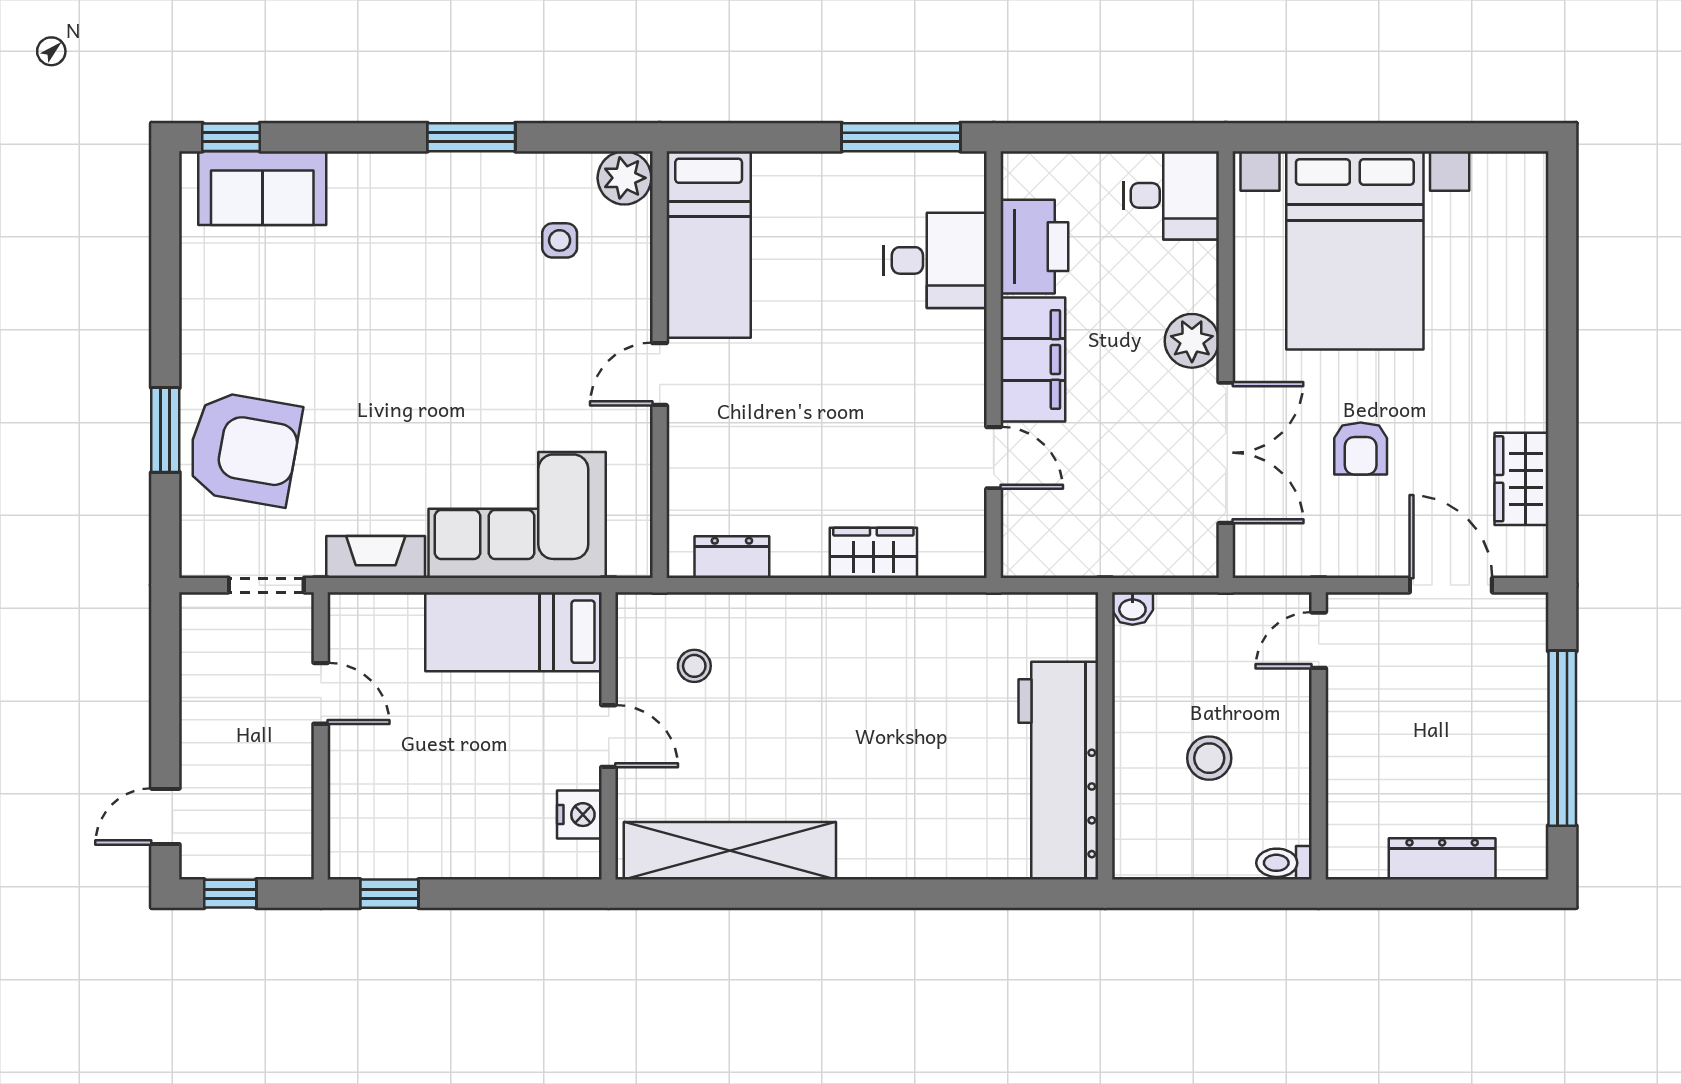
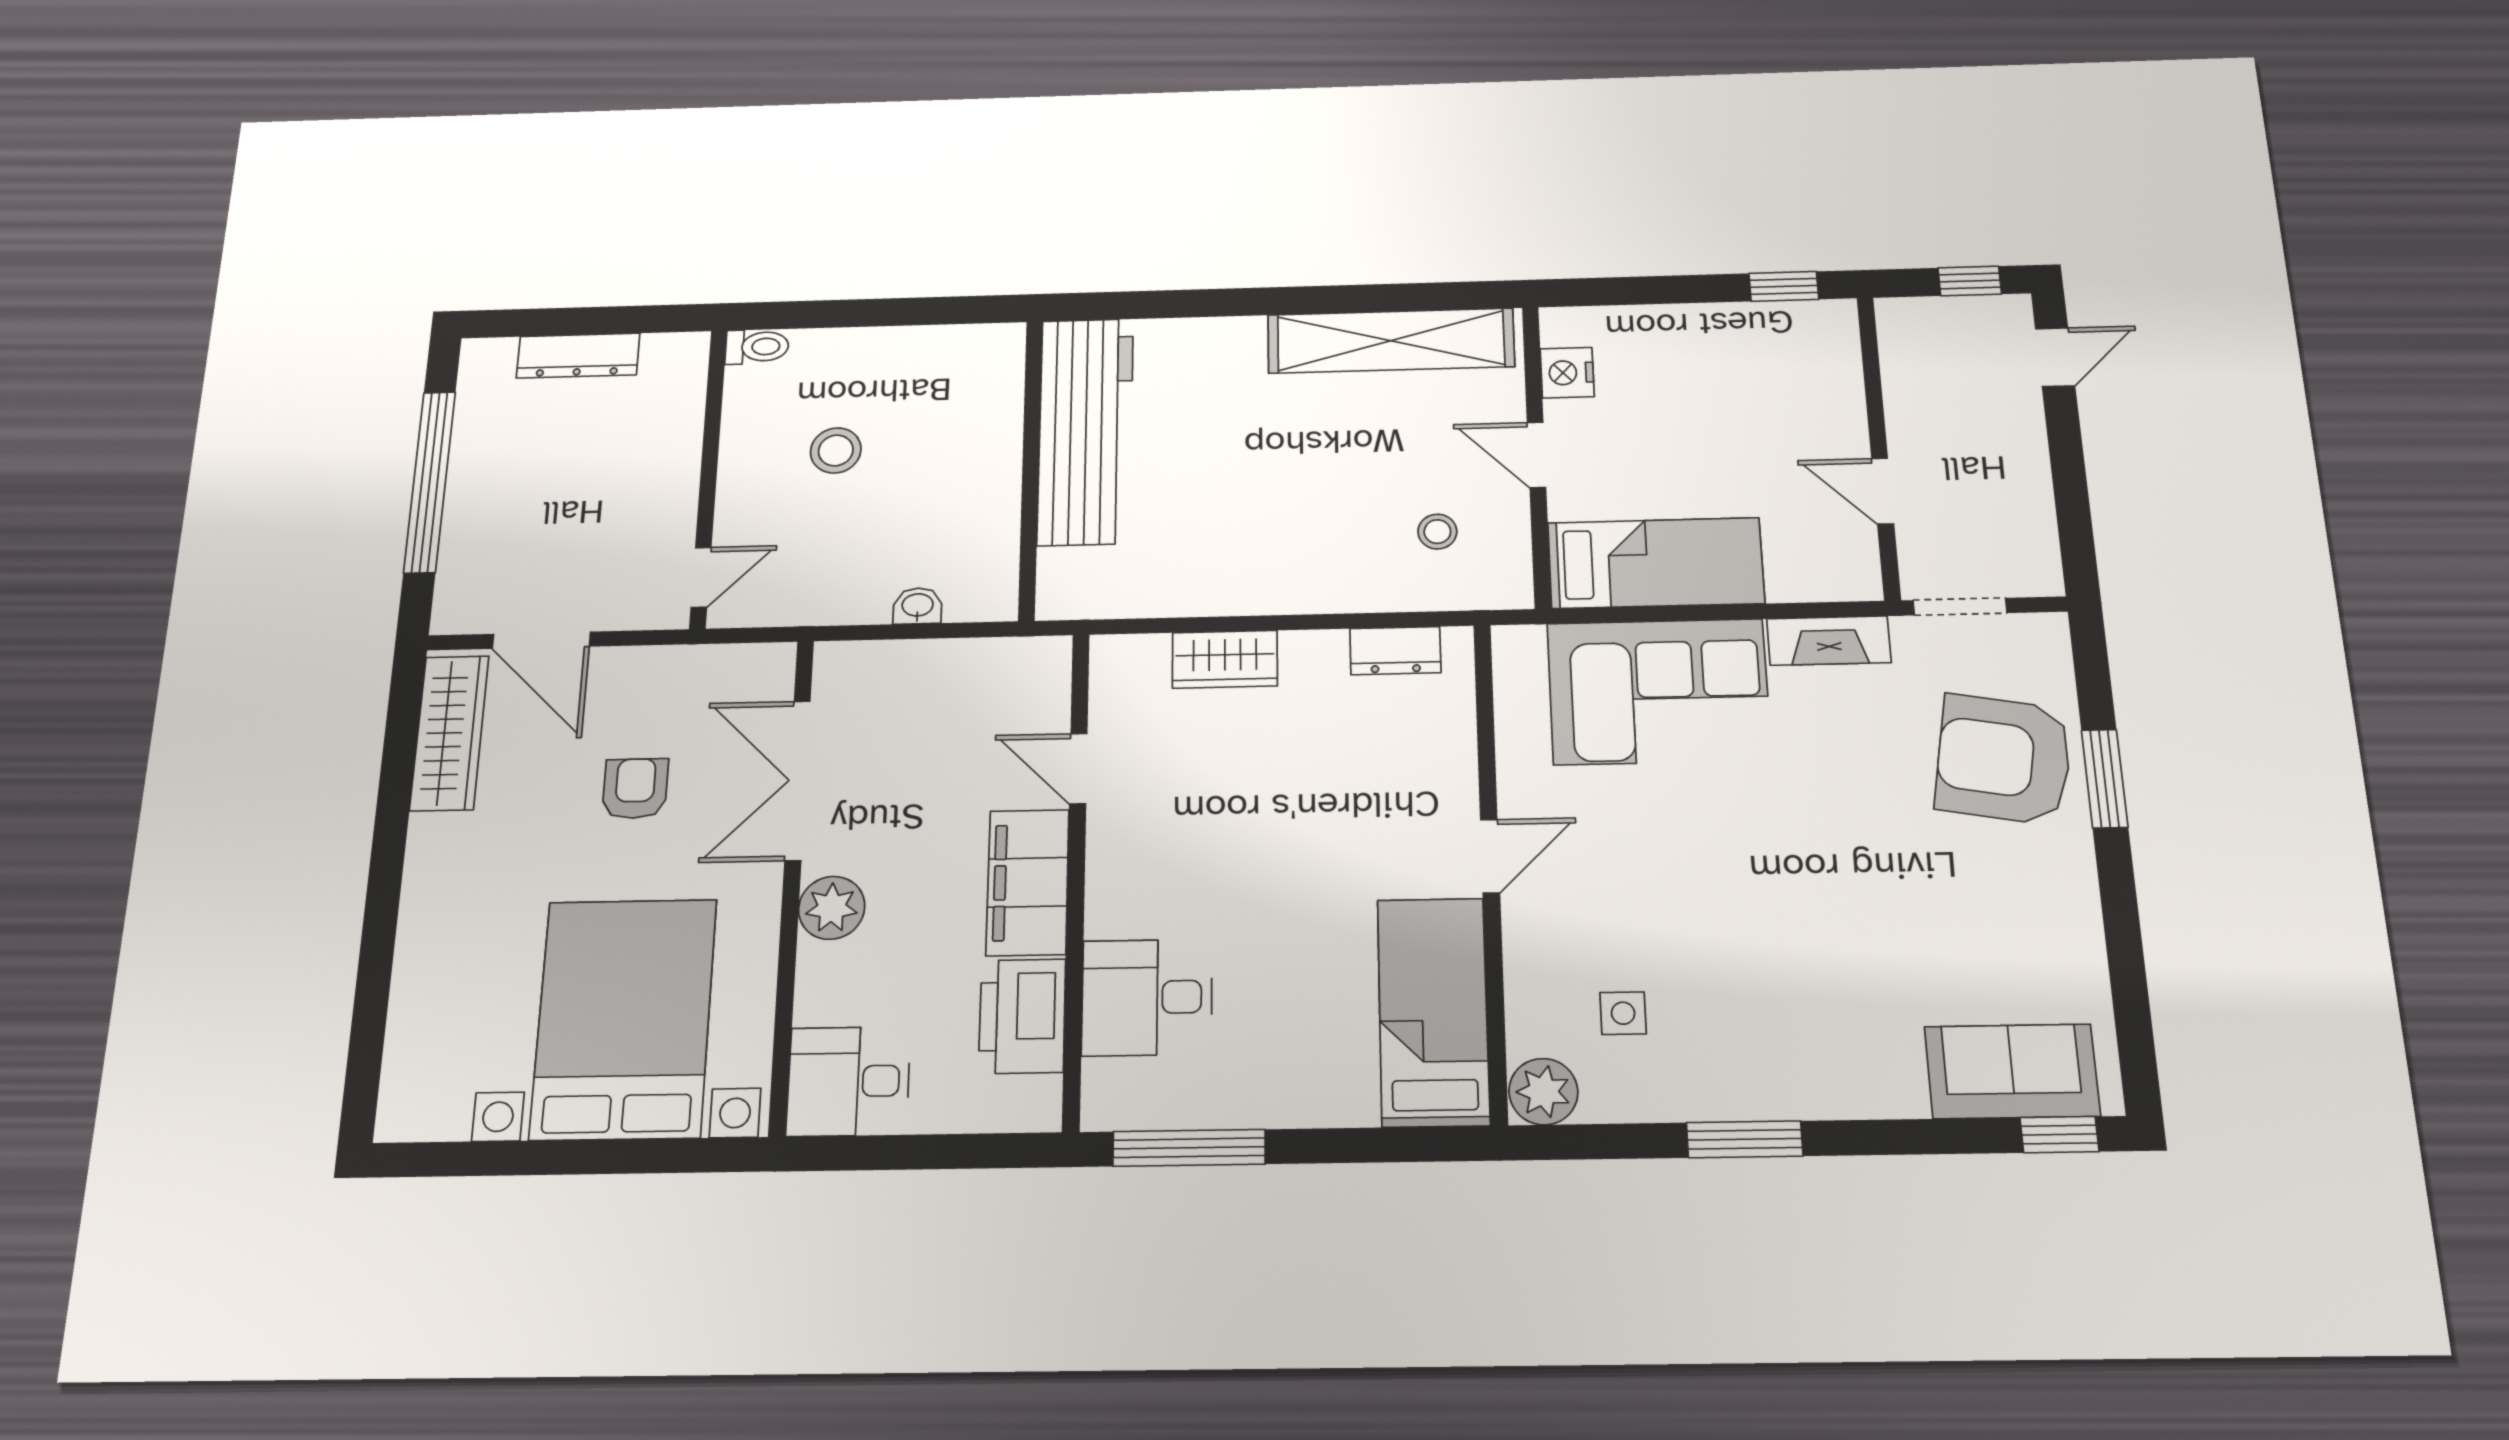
wardrobe: (1521, 479) -> (449, 733), width x1.50
wall: (1105, 736) -> (1031, 468), moved
workbench: (1058, 771) -> (1086, 431), moved

